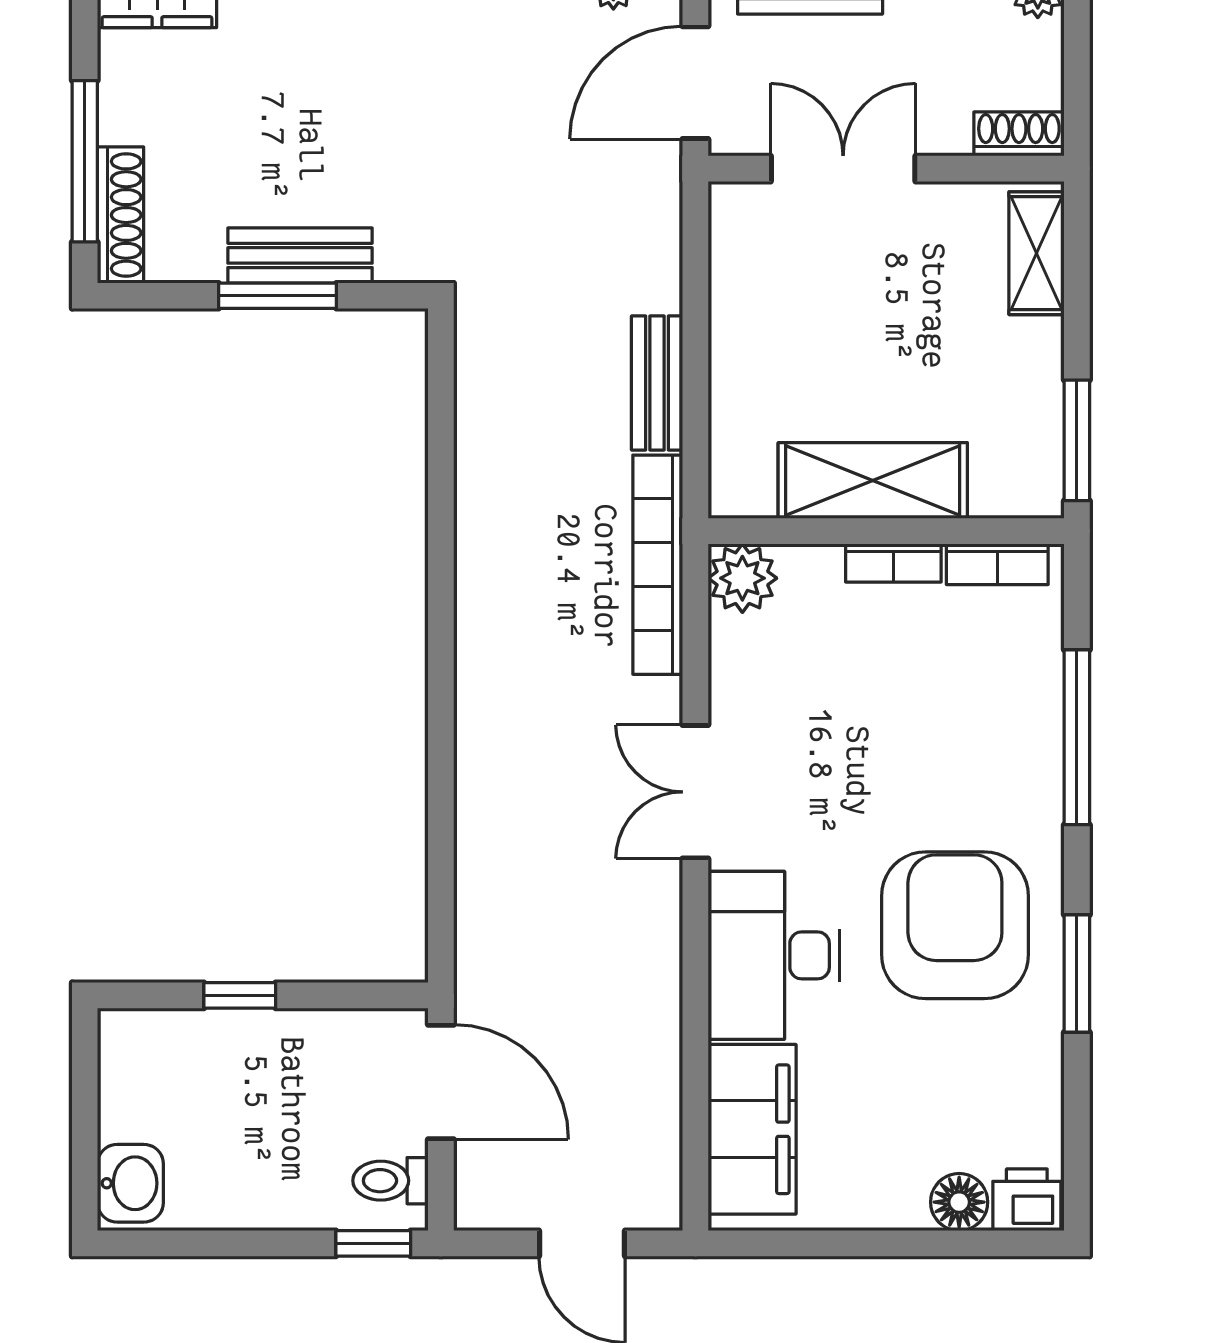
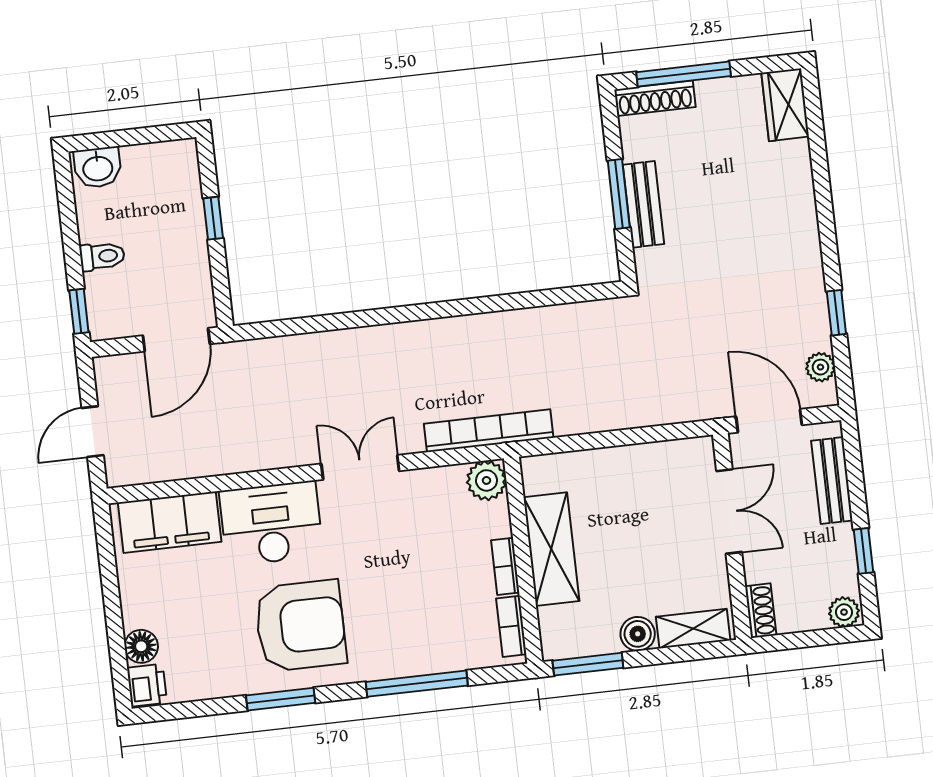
boiler: (1035, 349) -> (638, 634), added
bench: (657, 383) -> (593, 418), removed
toilet: (391, 1181) -> (102, 256), moved, turned 90

